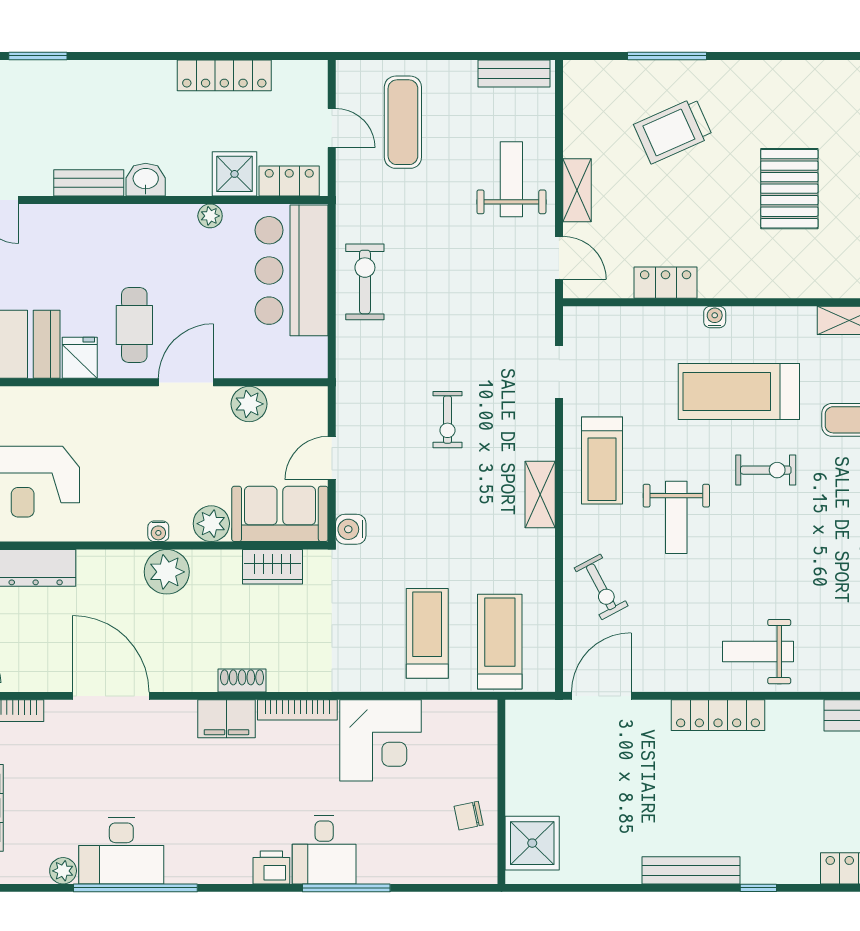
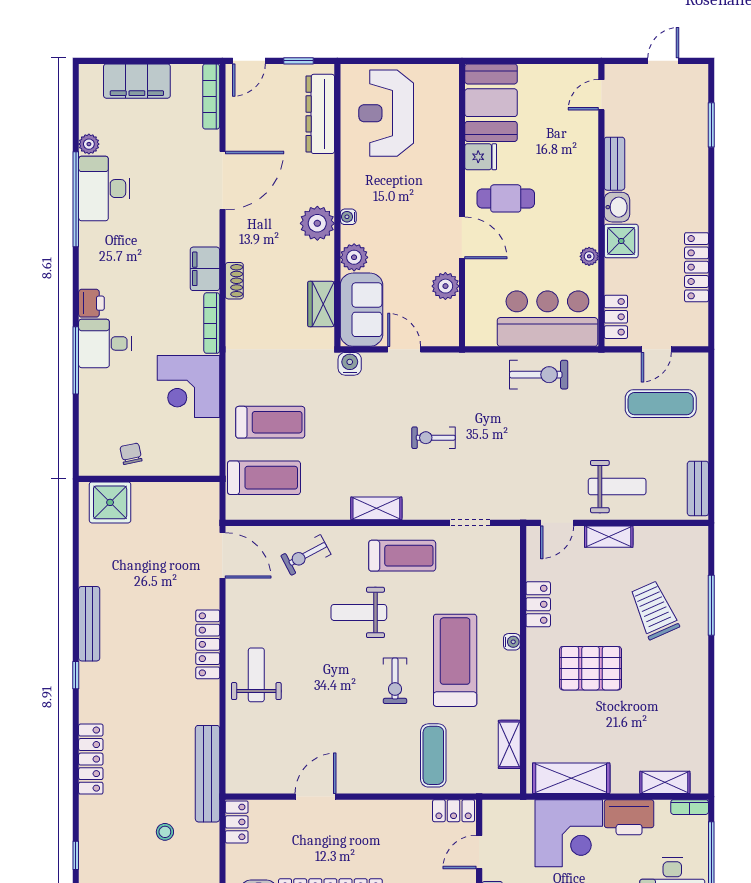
shower: (234, 174) -> (621, 241), moved
pallet: (789, 189) -> (591, 668), moved
treadmill: (602, 461) -> (402, 556), turned 180

